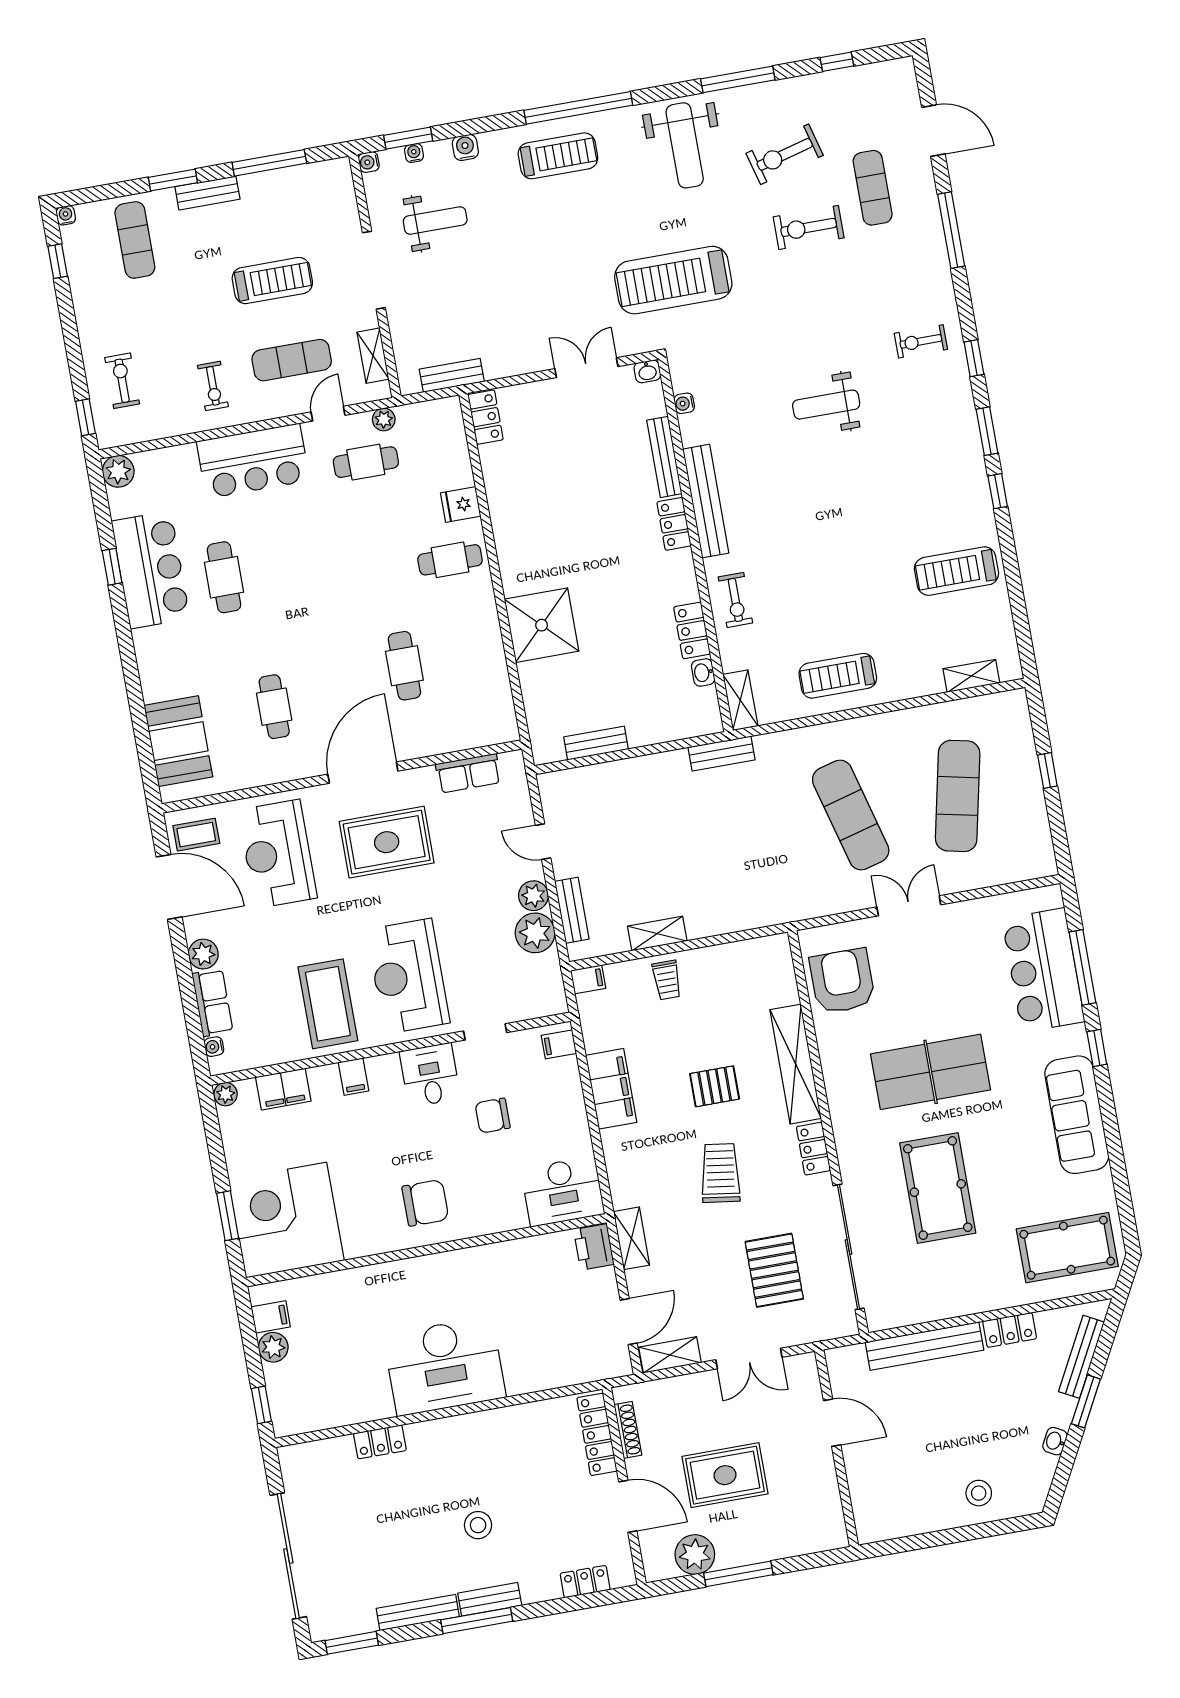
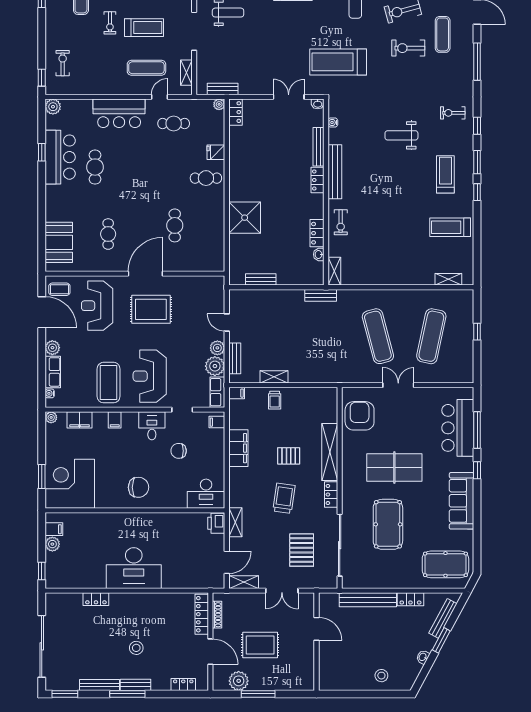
exercise bike: (213, 386) -> (110, 23), moved
plant: (384, 419) -> (219, 104), moved
treadmill: (838, 676) -> (445, 174), moved, turned 90
row of seats: (468, 773) -> (217, 392), moved, turned 90

